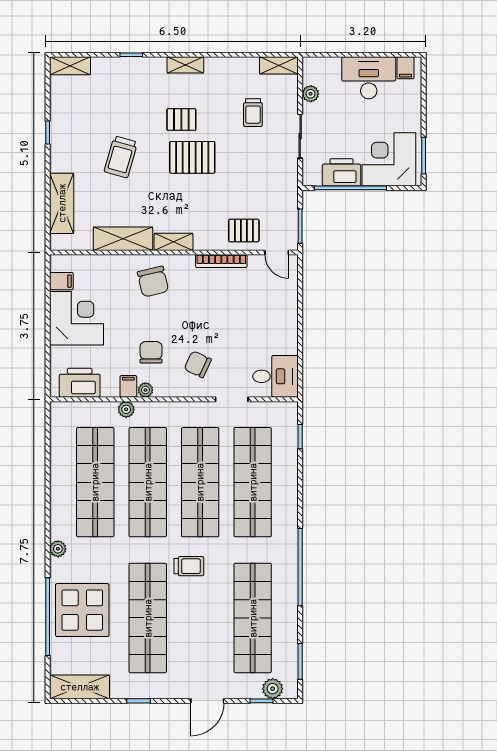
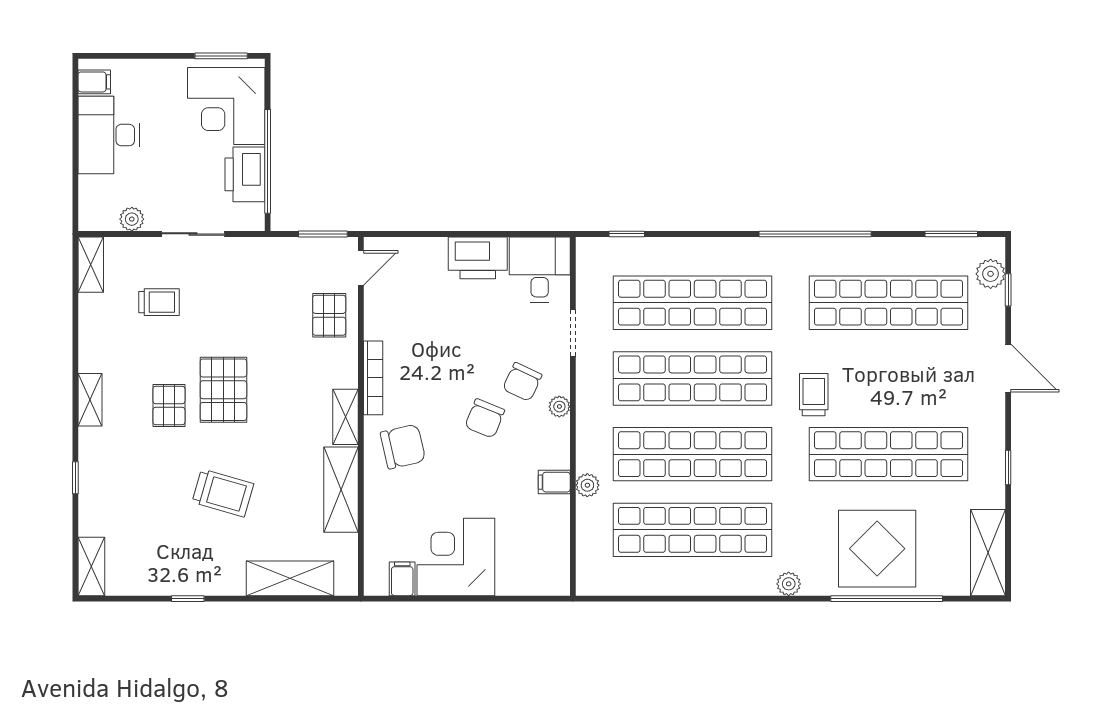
bookcase: (221, 261) -> (373, 378), moved
chair: (151, 352) -> (485, 418), moved, turned -68
printer: (80, 383) -> (478, 258), moved, turned -90
plant: (145, 390) -> (559, 407), moved

